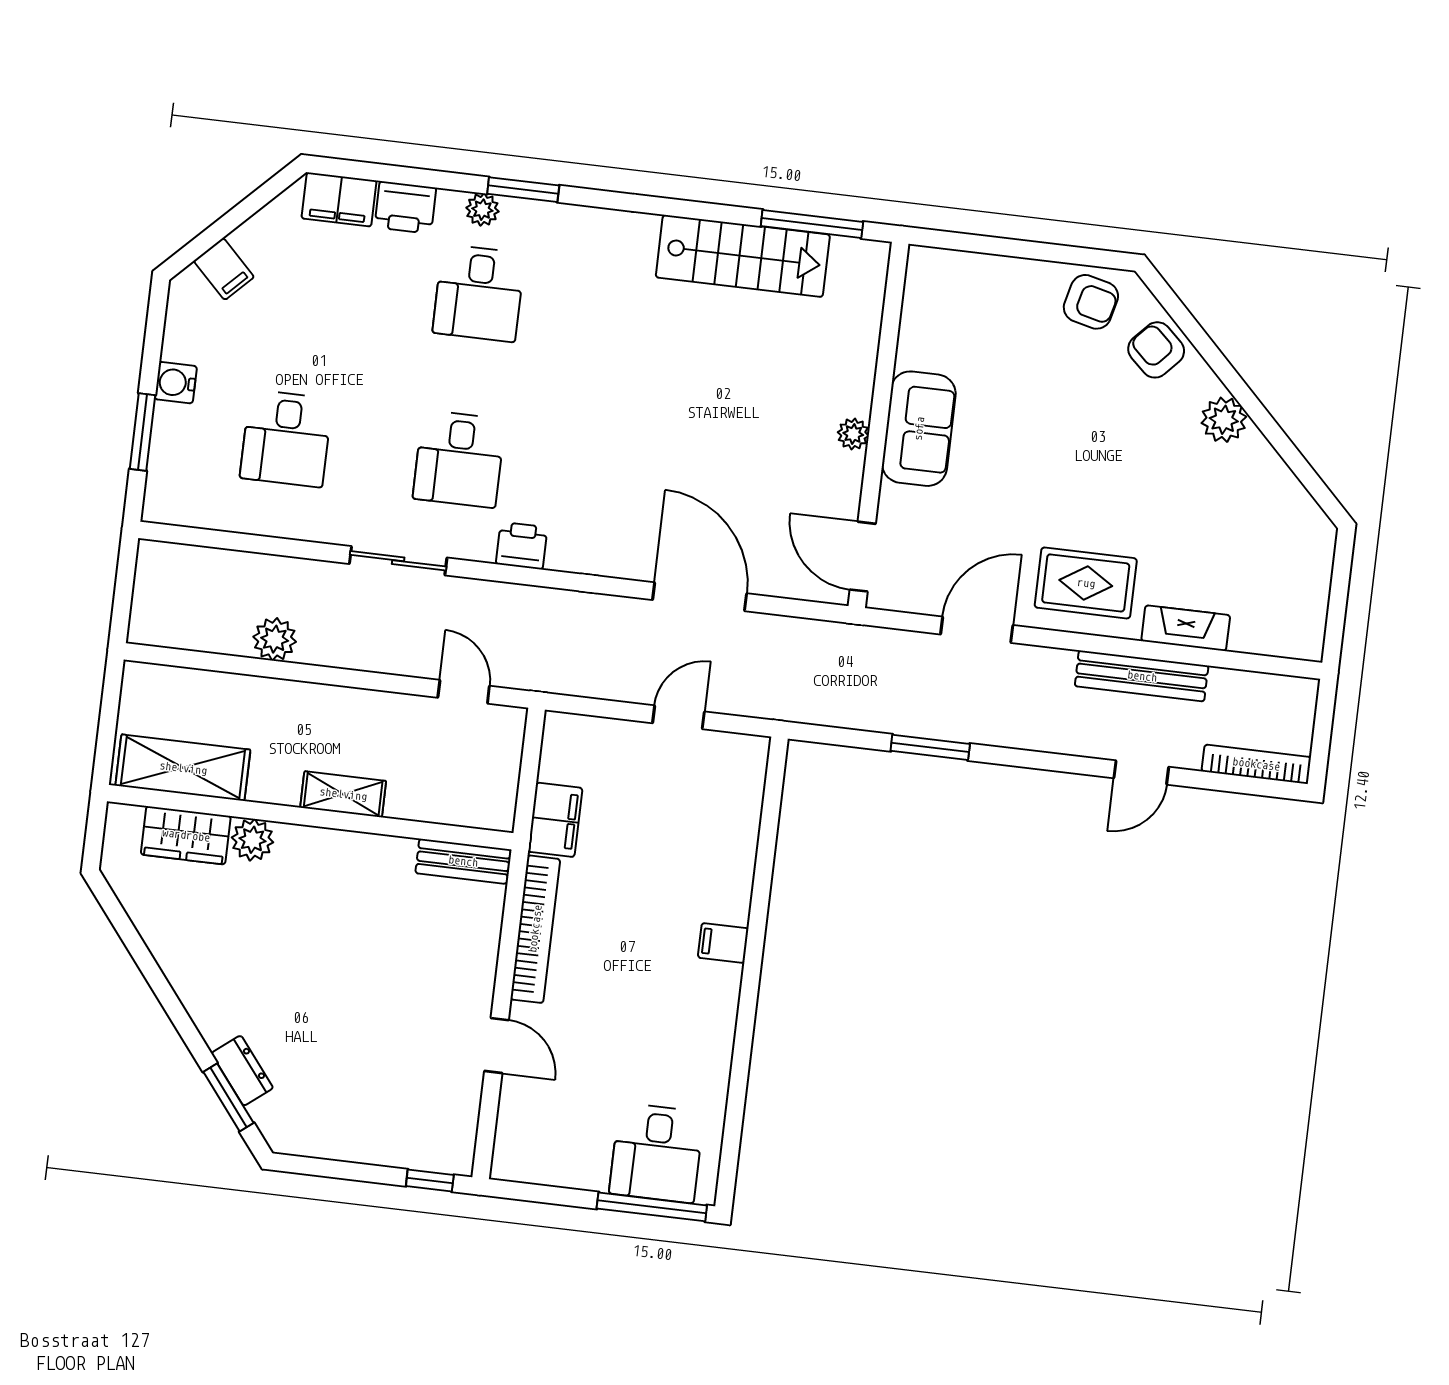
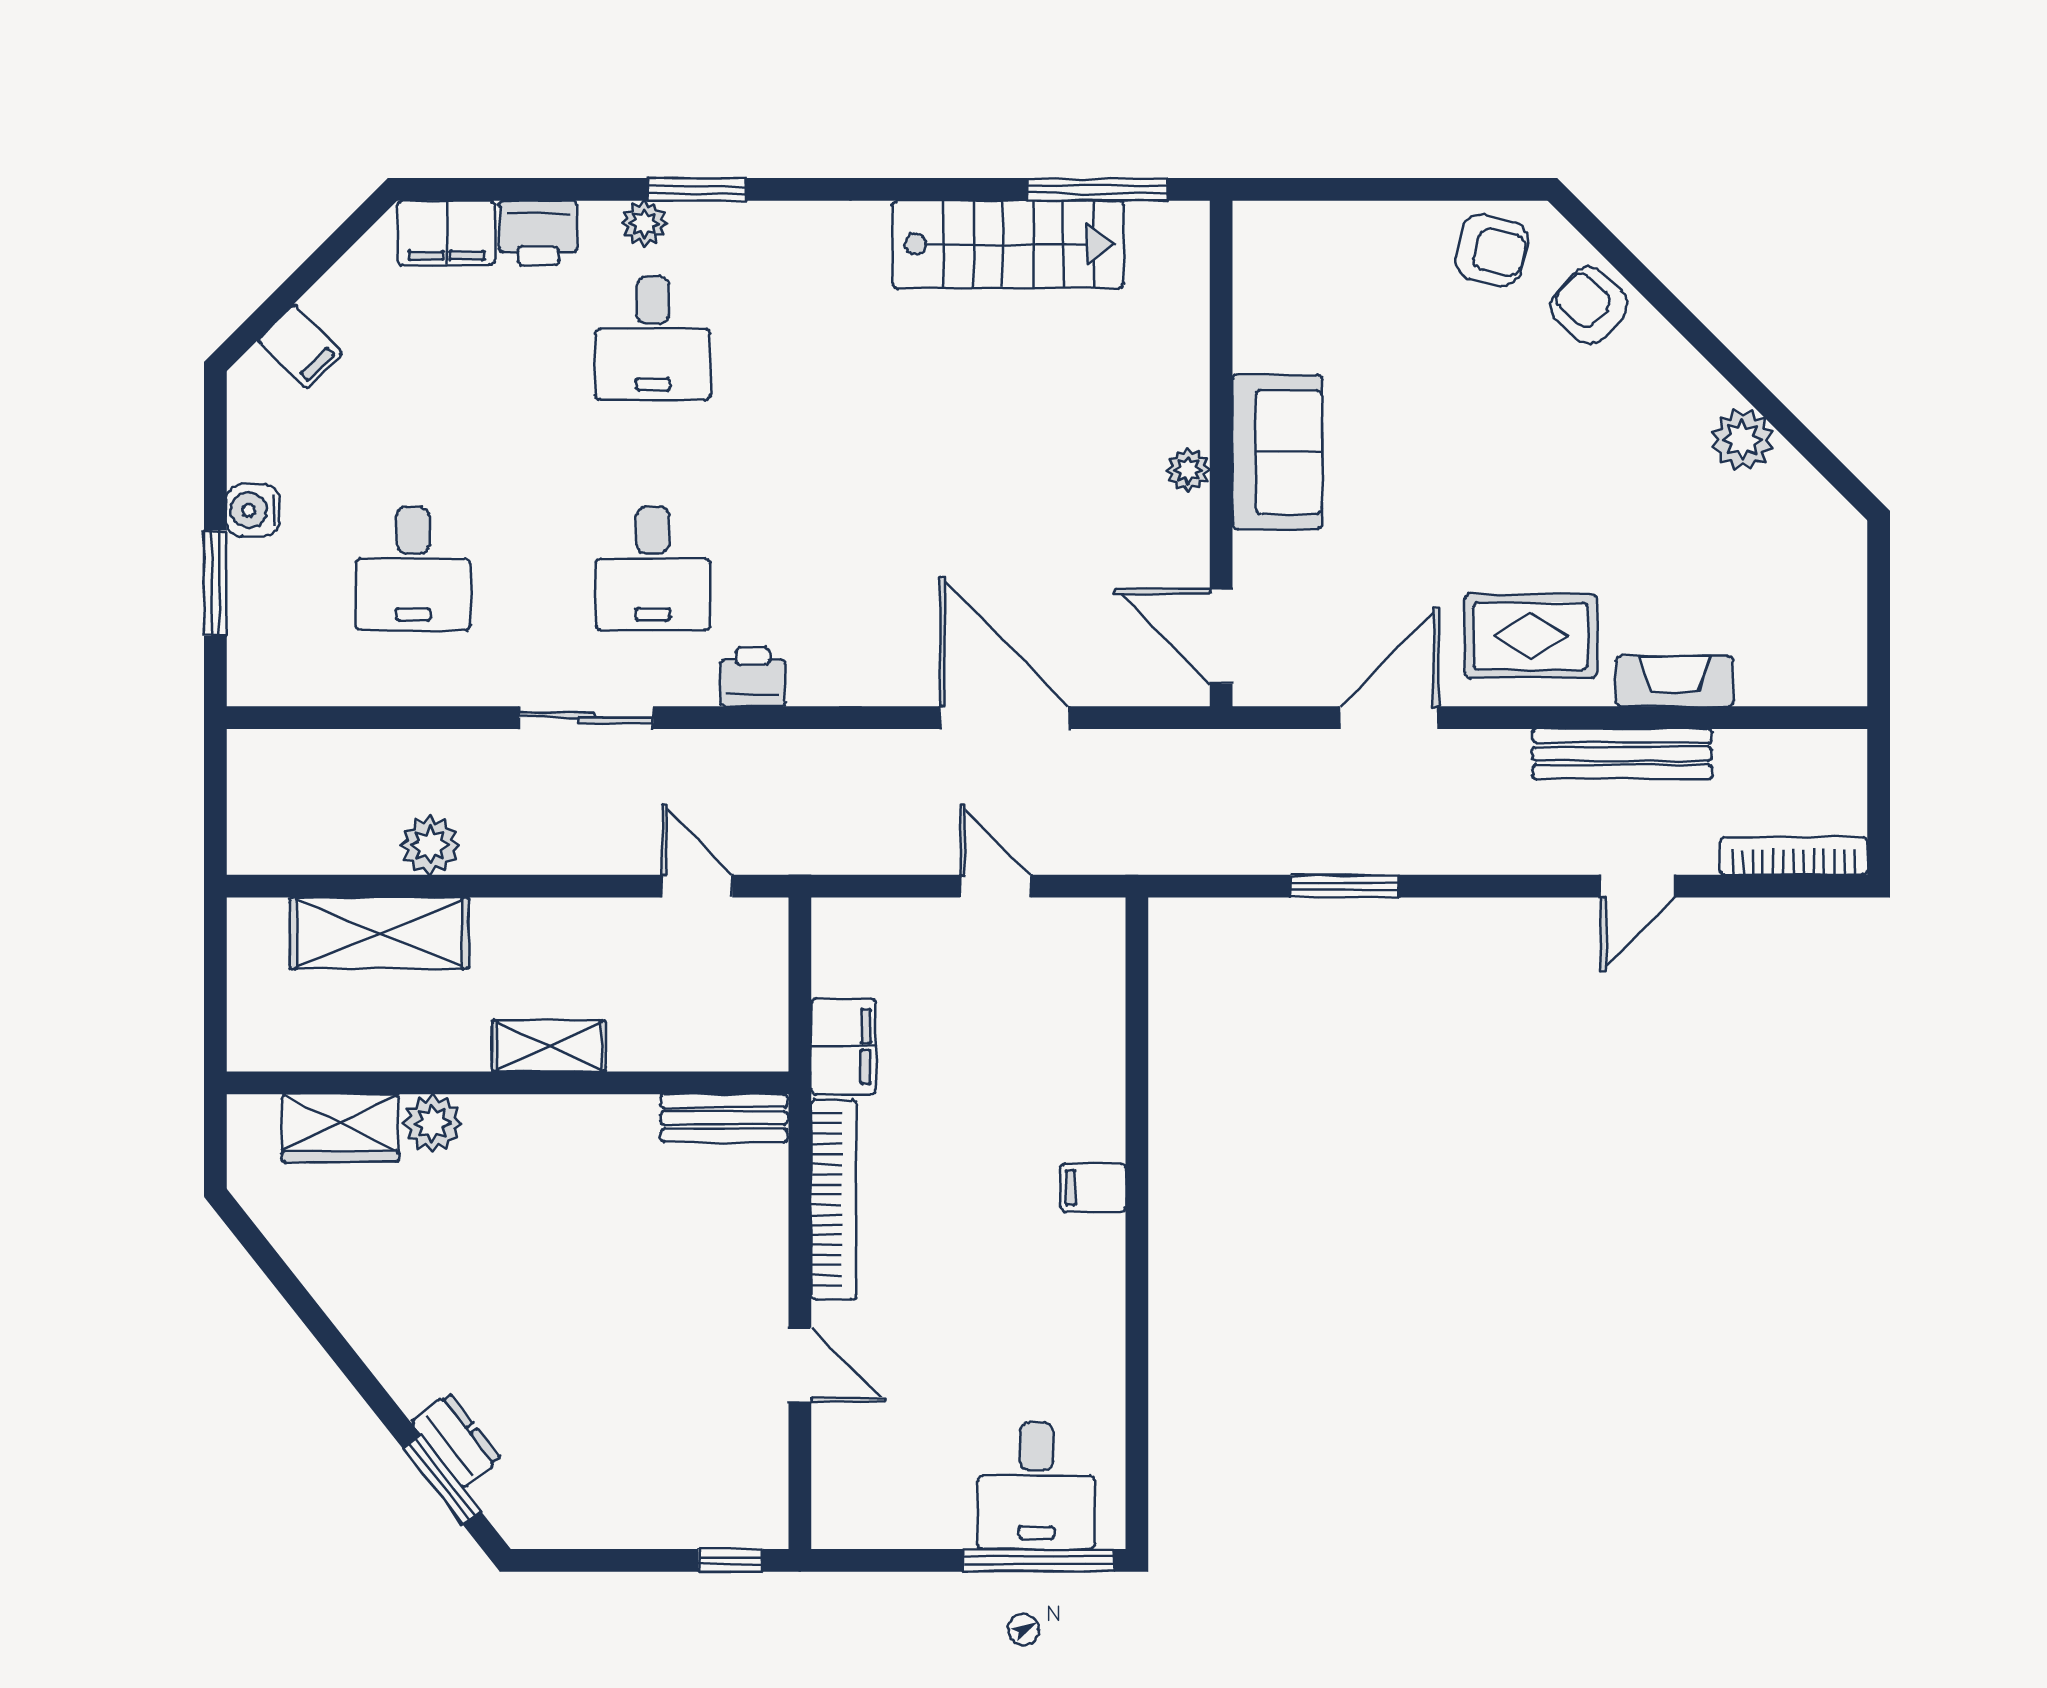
plant: (1224, 420) -> (1743, 440), moved
door: (678, 717) -> (995, 886), hinge flipped
shelving: (183, 768) -> (379, 933), moved

